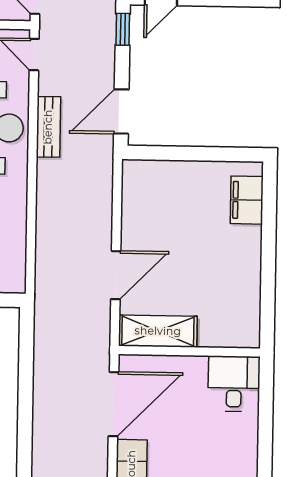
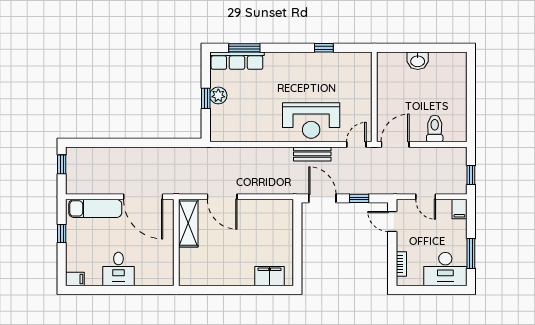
window: (123, 29) -> (359, 198), moved
desk: (234, 384) -> (118, 269), moved, turned 90

